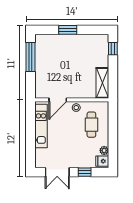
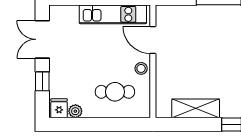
shelving: (102, 83) -> (196, 108), moved

